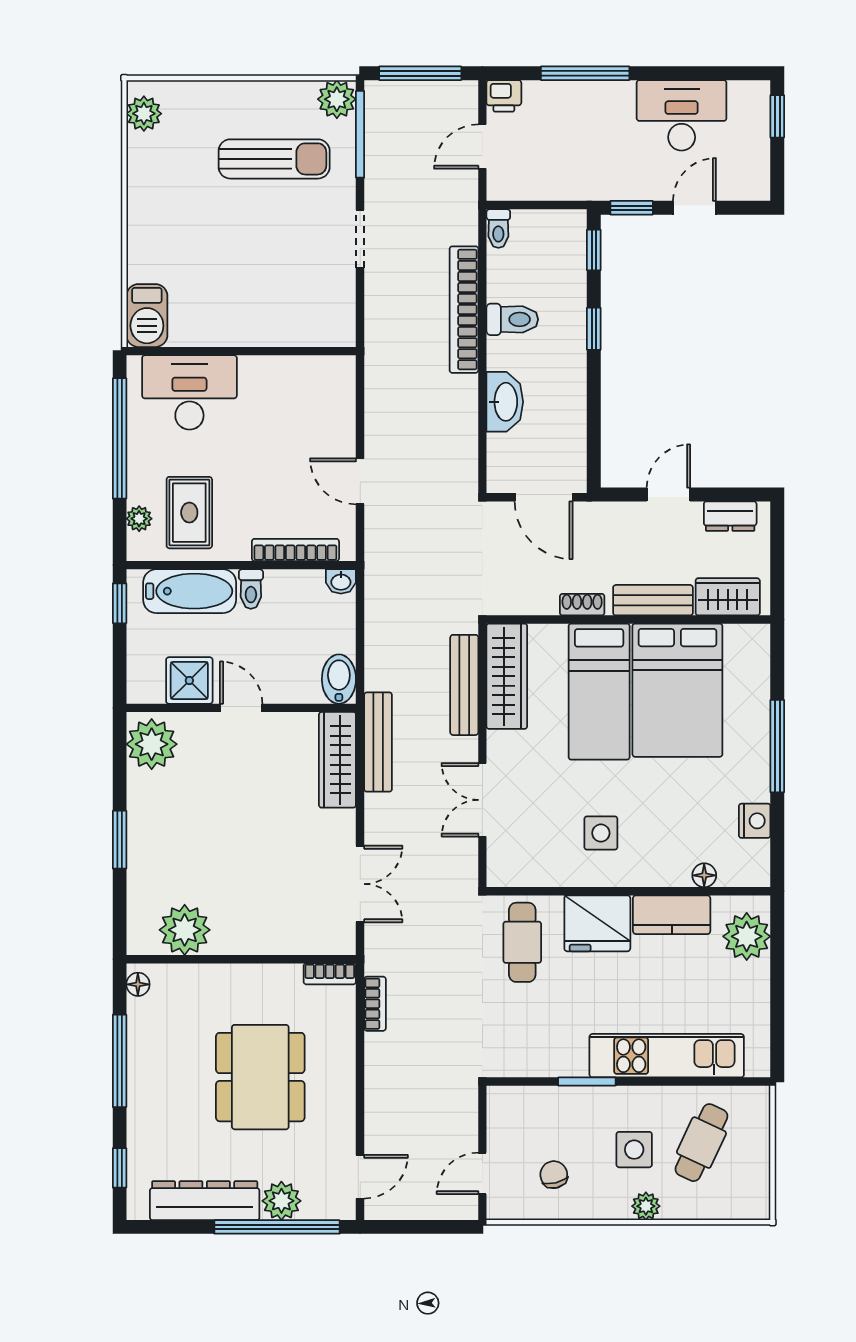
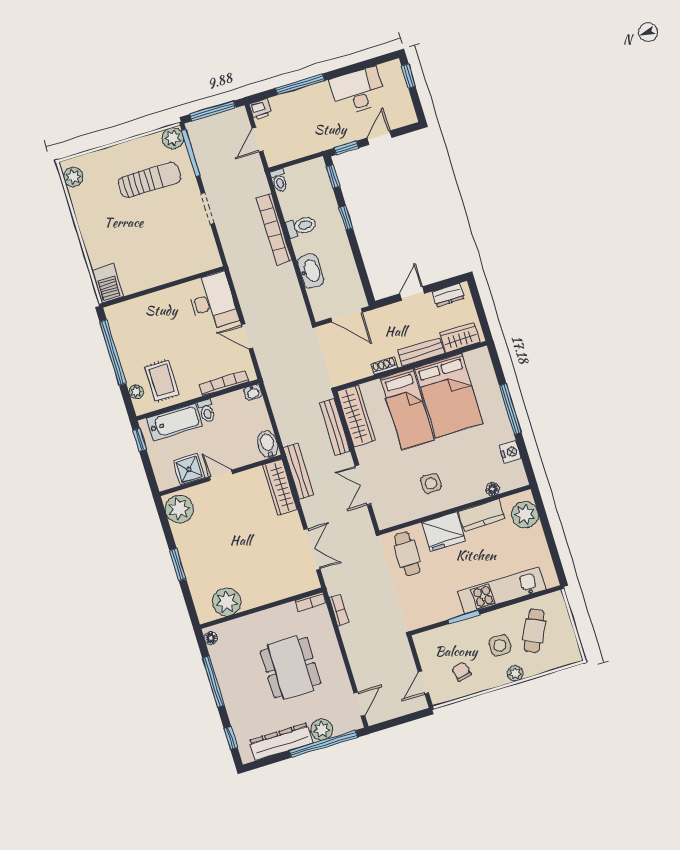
desk: (189, 392) -> (212, 301), moved, turned 90

